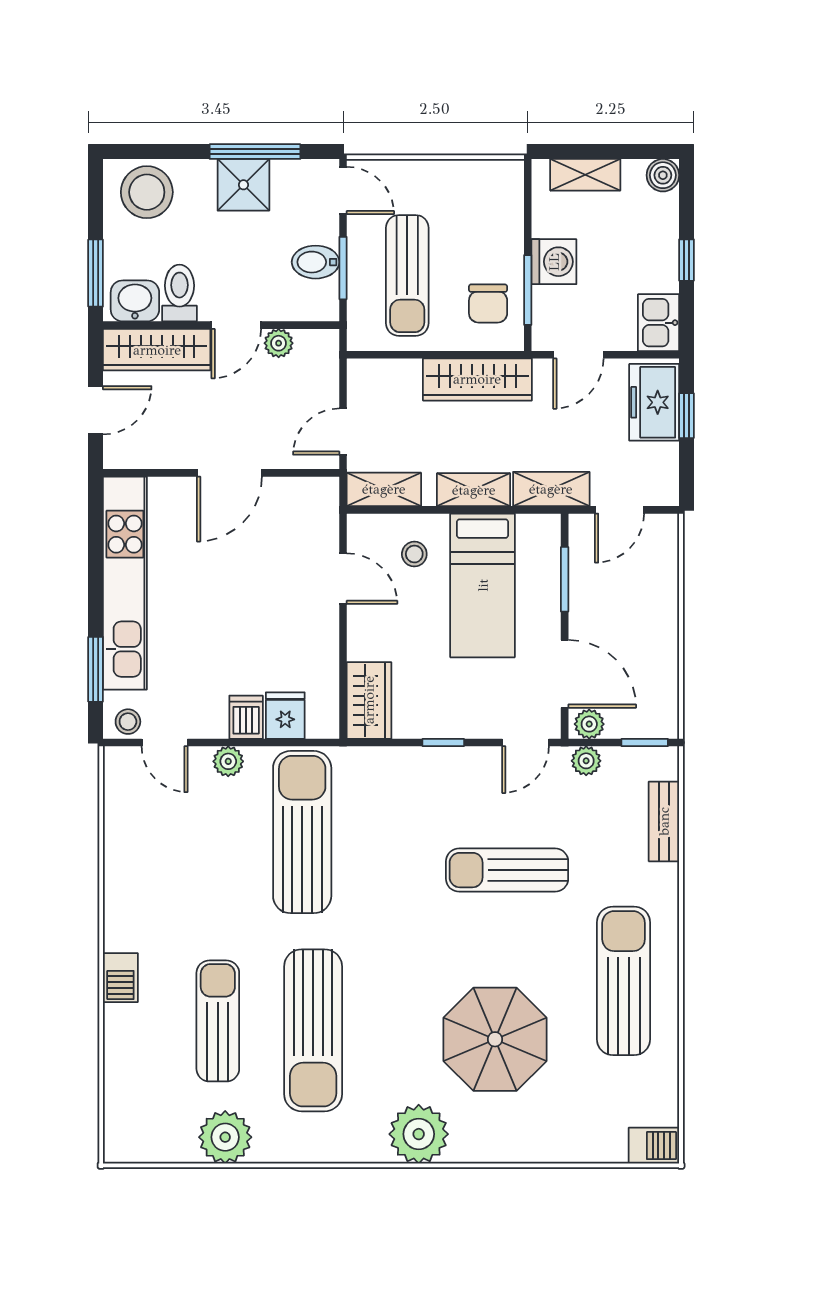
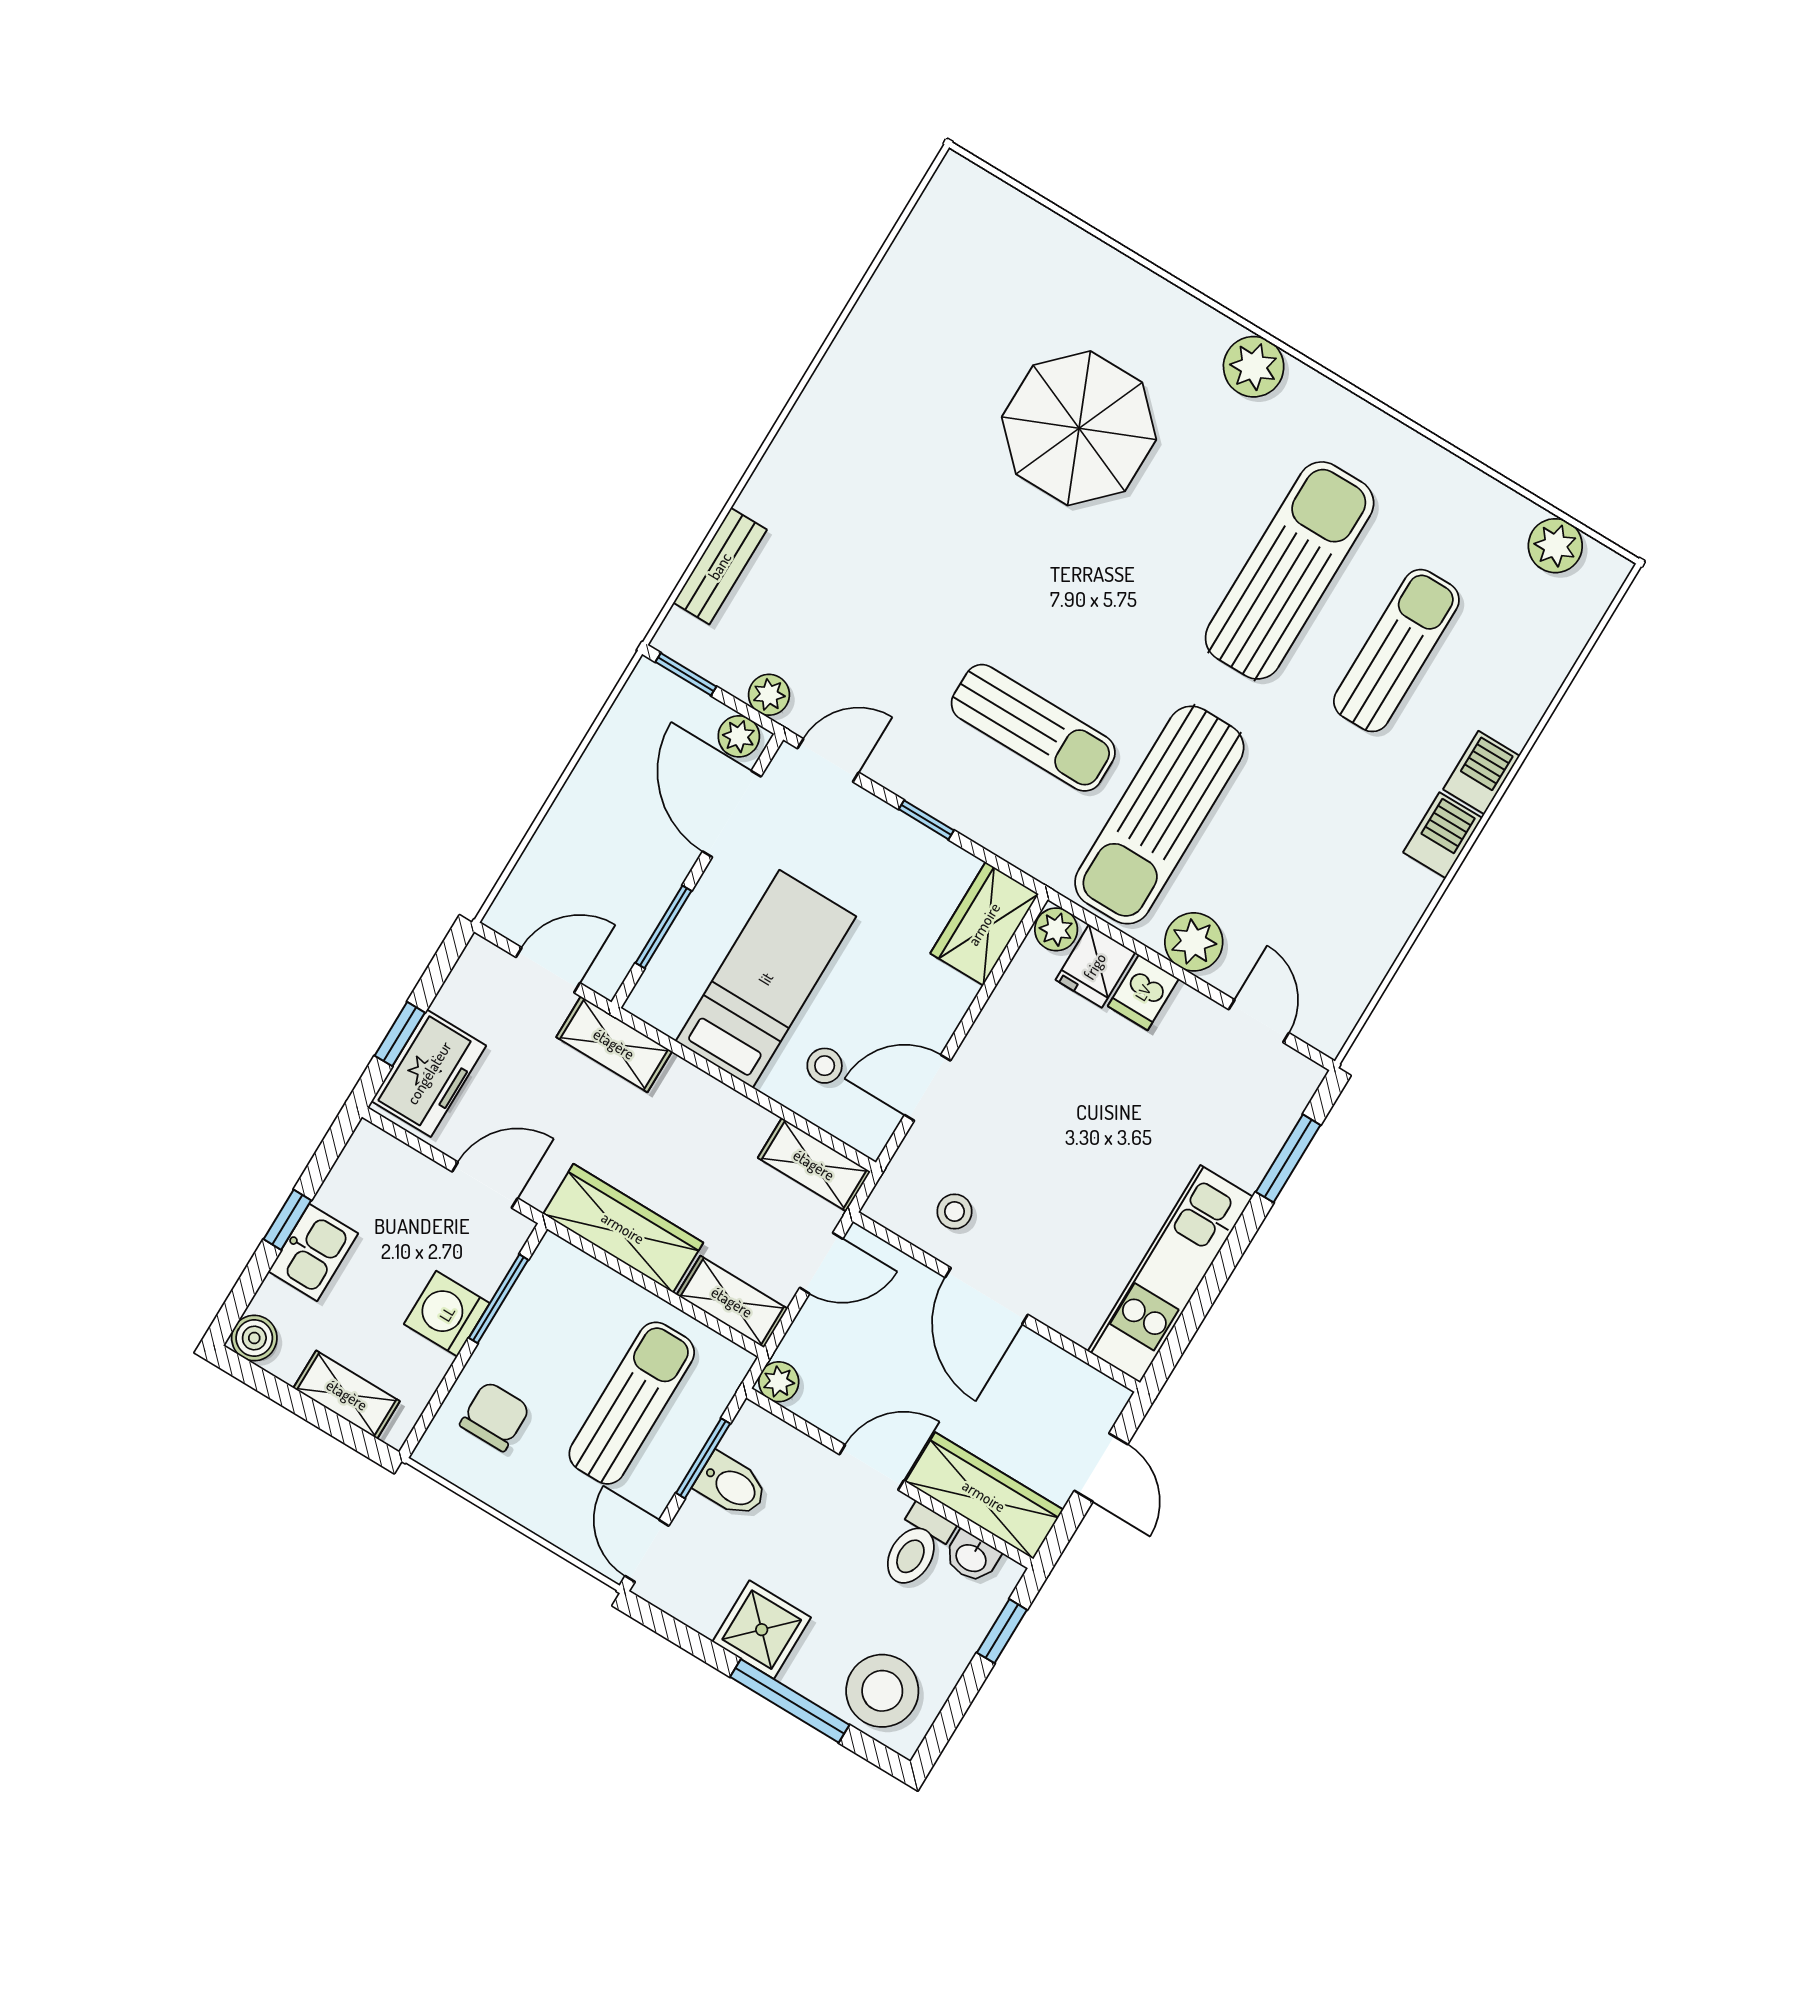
window: (255, 152) -> (790, 1701), moved
window: (96, 273) -> (1002, 1631), width x0.67
washbasin: (135, 301) -> (972, 1557), width x0.72, depth x0.69
chair: (488, 303) -> (495, 1416), moved
kitchen sink: (659, 323) -> (313, 1252), moved
plant: (279, 343) -> (779, 1382), moved
door: (96, 410) -> (1101, 1467), swing flipped
door: (229, 473) -> (987, 1296), swing flipped
shelving: (474, 490) -> (732, 1302), moved
door: (343, 579) -> (927, 1088), hinge flipped
kitchen unit: (125, 583) -> (1170, 1274), width x0.73
stool: (128, 722) -> (955, 1212), moved
plant: (323, 724) -> (1056, 929), added
plant: (228, 761) -> (1194, 942), width x1.38, depth x1.38
sun lounger: (507, 870) -> (1033, 728), moved
sun lounger: (624, 981) -> (883, 405), removed
sun lounger: (218, 1021) -> (1396, 651), turned 180
plant: (419, 1134) -> (1254, 367), width x0.73, depth x0.73
plant: (225, 1137) -> (1555, 546), moved, width x0.73, depth x0.73
barbecue: (654, 1146) -> (1443, 835), moved, turned 90

